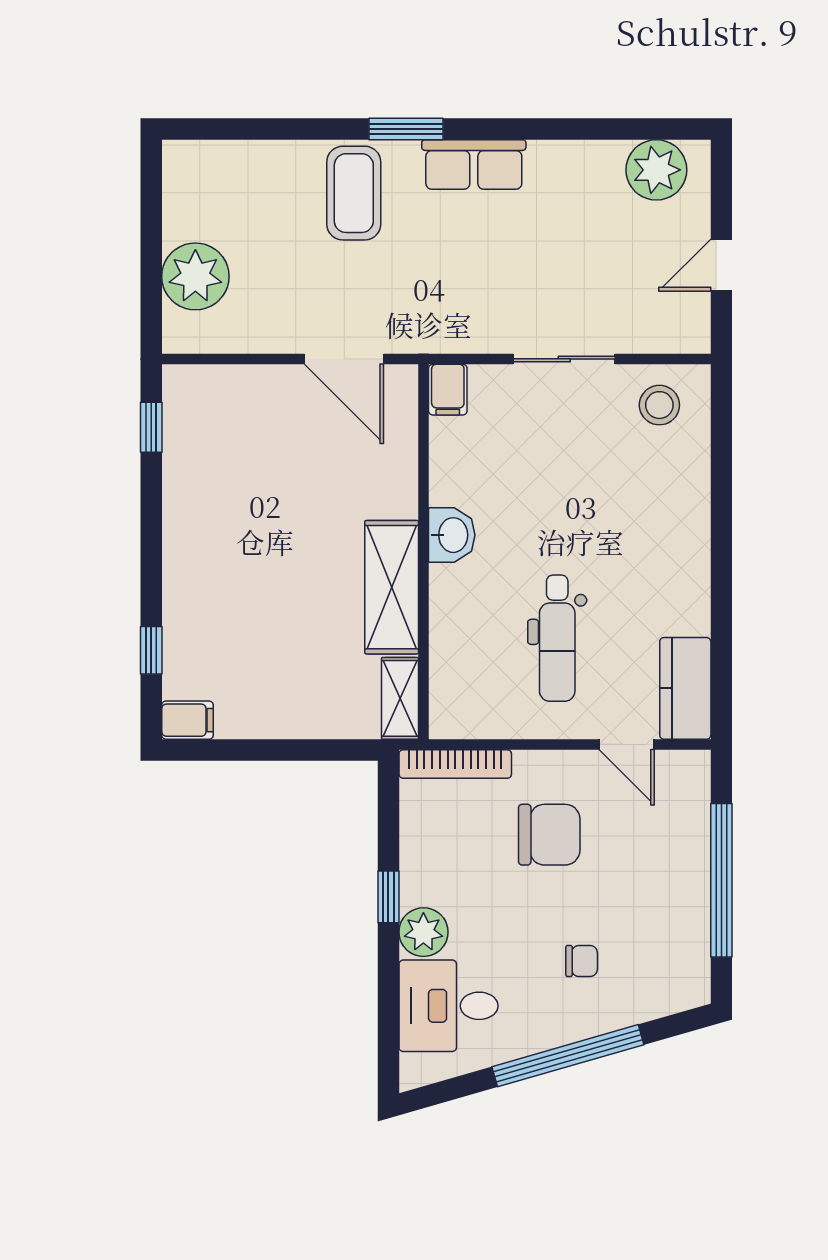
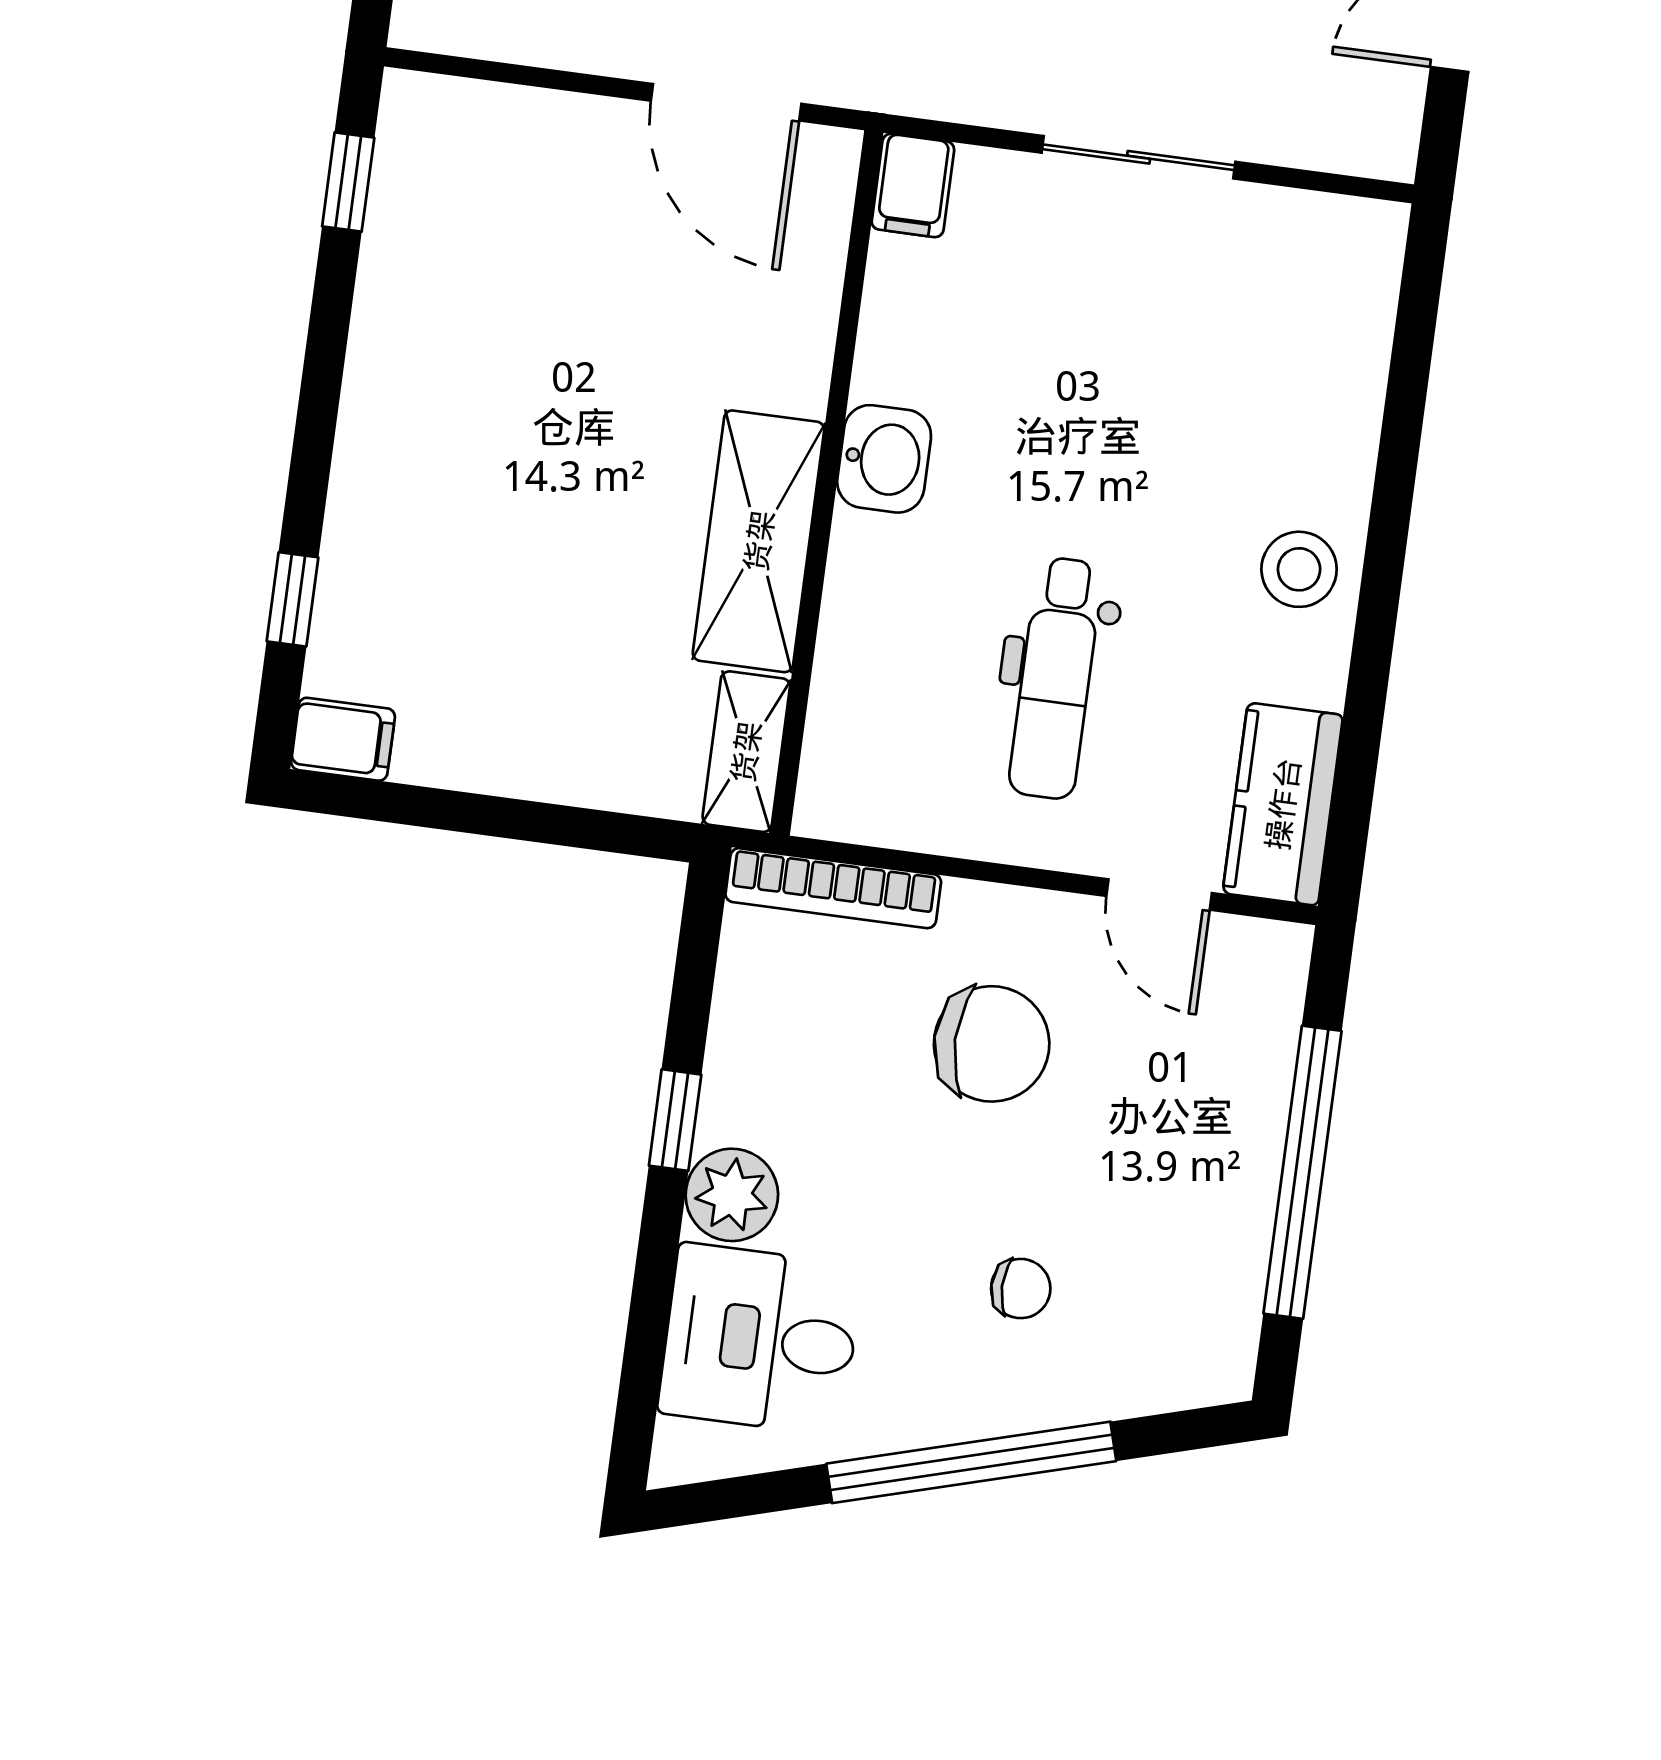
stool: (659, 405) -> (1299, 569), moved

